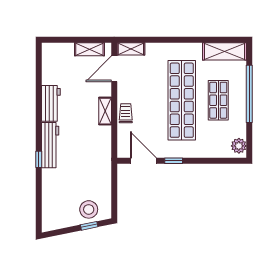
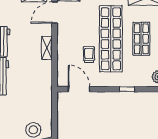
trolley: (126, 113) -> (89, 55), moved
window: (174, 161) -> (127, 89), moved

